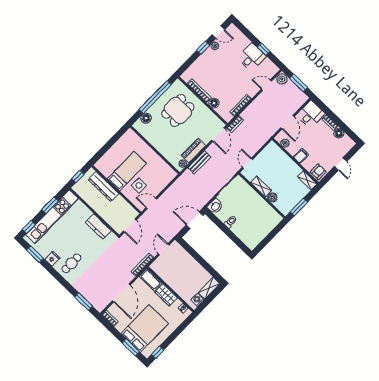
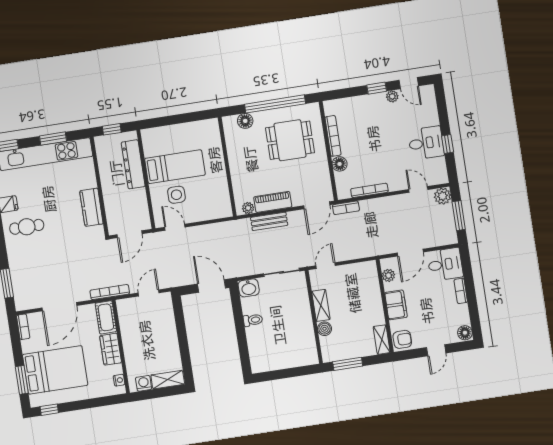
floor lamp: (339, 133) -> (465, 333), moved
filing cabinet: (301, 156) -> (396, 305), width x2.00

